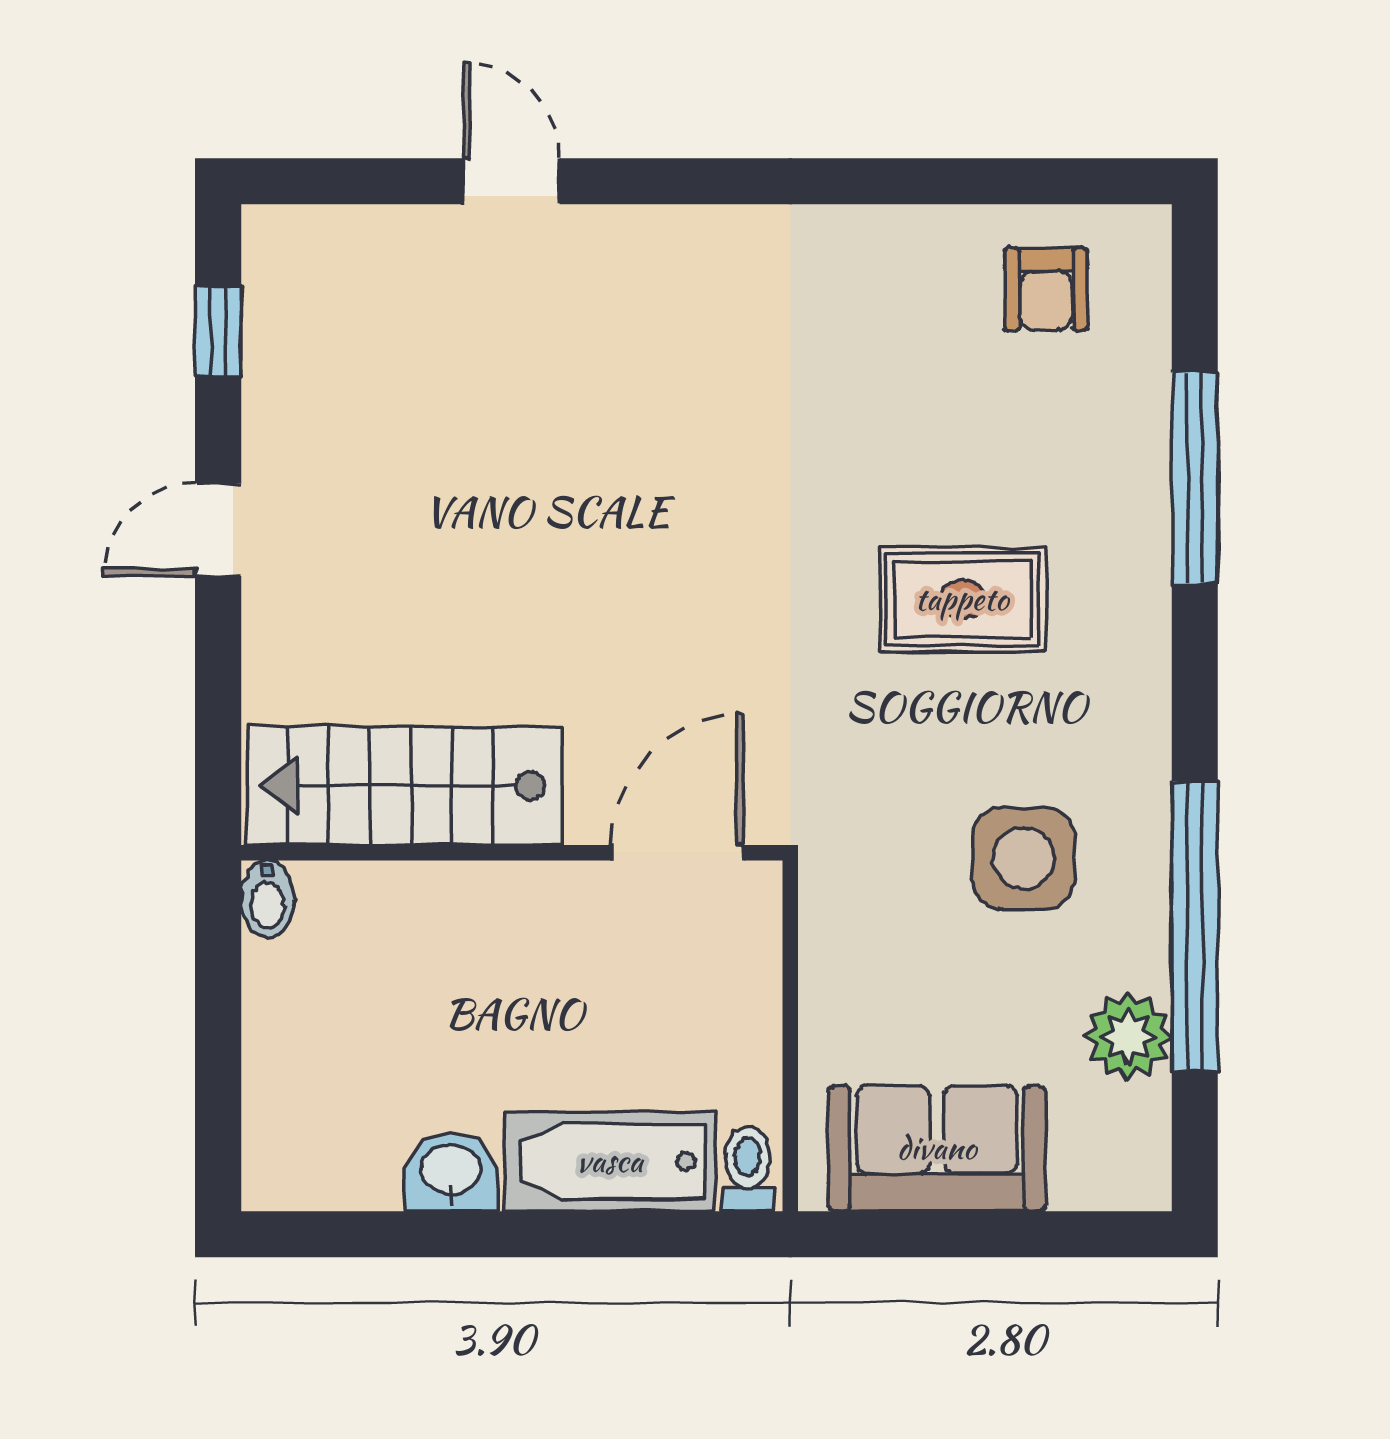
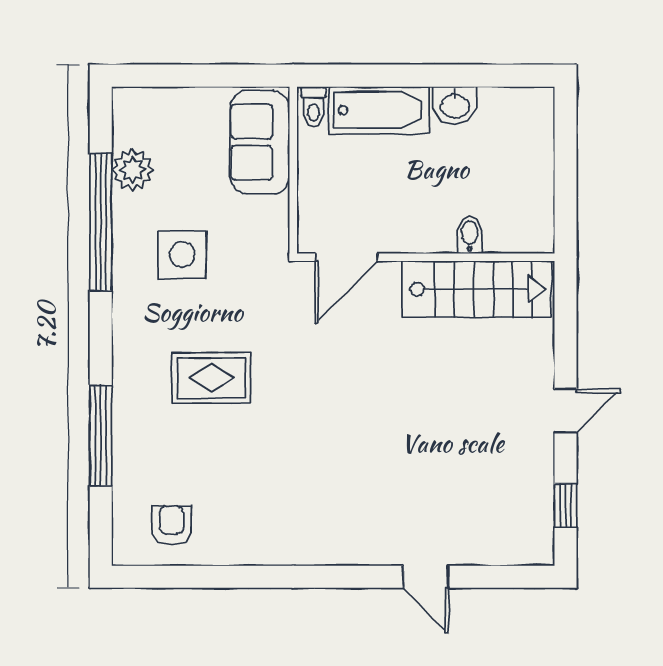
bidet: (267, 899) -> (470, 235), moved
sofa: (937, 1148) -> (260, 142), moved, turned 90

